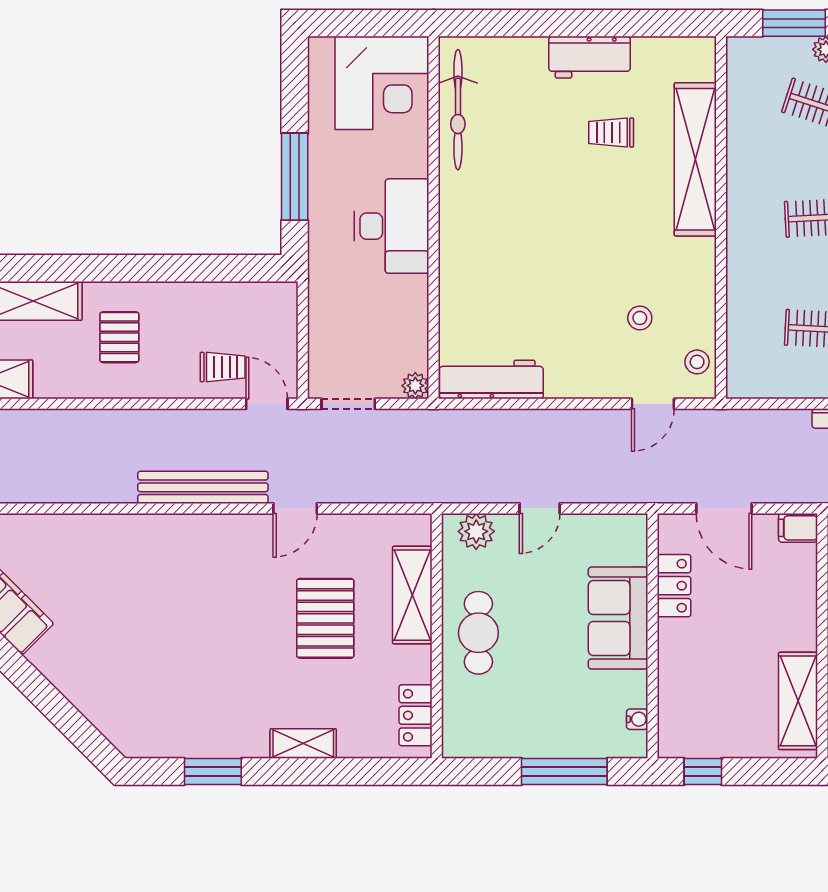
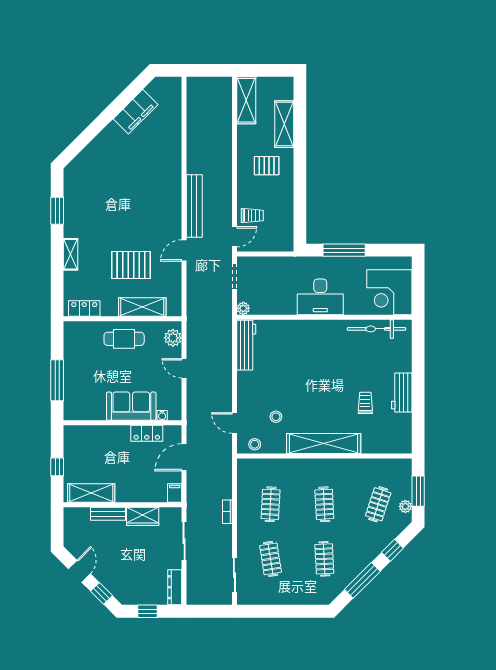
shelving: (695, 159) -> (324, 443), moved
trolley: (223, 367) -> (252, 215), turned -90
door: (295, 508) -> (184, 250), hinge flipped
water cooler: (637, 719) -> (162, 415), moved
window: (703, 771) -> (57, 467), moved

